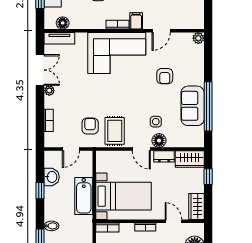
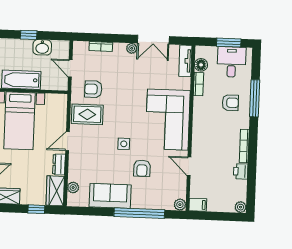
filing cabinet: (136, 21) -> (198, 205), moved
bookcase: (118, 25) -> (199, 84), moved
armchair: (165, 76) -> (142, 168), turned -90
window: (208, 106) -> (139, 213), moved
side table: (156, 122) -> (124, 144), moved
armchair: (90, 126) -> (93, 89), turned 180
floor lamp: (159, 141) -> (76, 160), removed
plant: (186, 142) -> (73, 187), added

